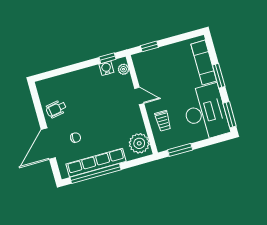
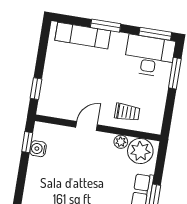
plant: (124, 69) -> (121, 142), moved
desk: (205, 112) -> (149, 56), width x0.73, depth x0.77
window: (180, 150) -> (175, 73), moved

